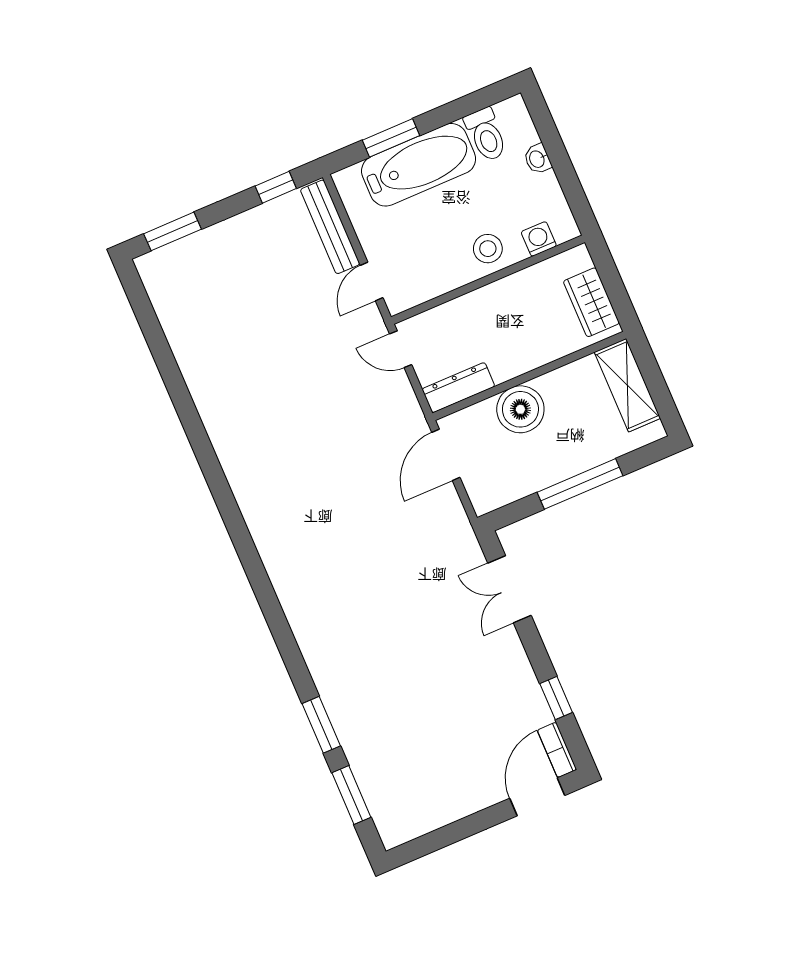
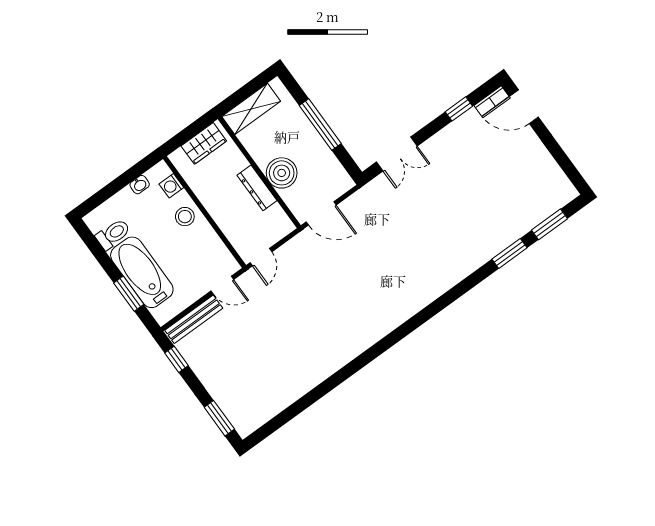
washbasin: (537, 159) -> (140, 185), moved
dresser: (458, 388) -> (257, 188), moved

